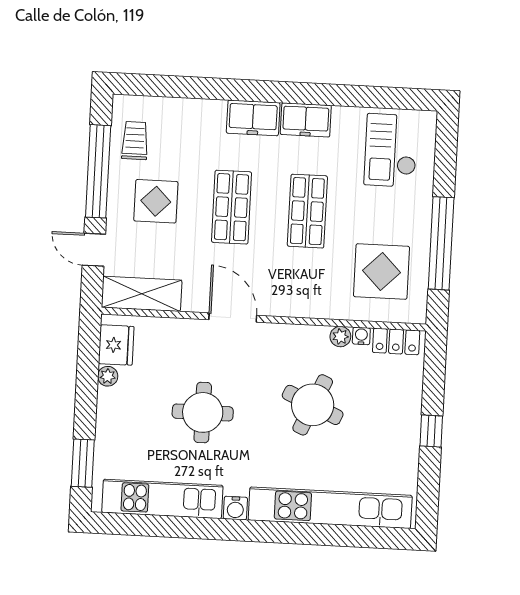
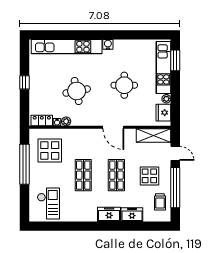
freezer: (306, 120) -> (132, 215), moved
round table: (313, 405) -> (77, 91), turned -35
kitchen unit: (162, 499) -> (163, 67), moved, turned 90

